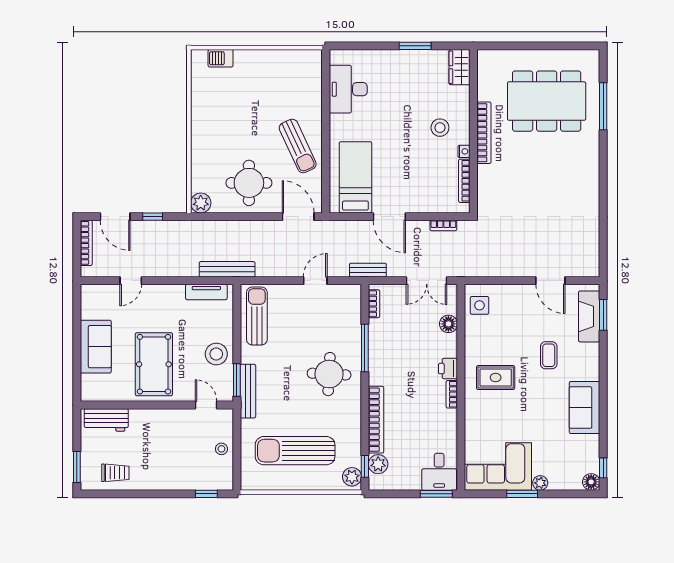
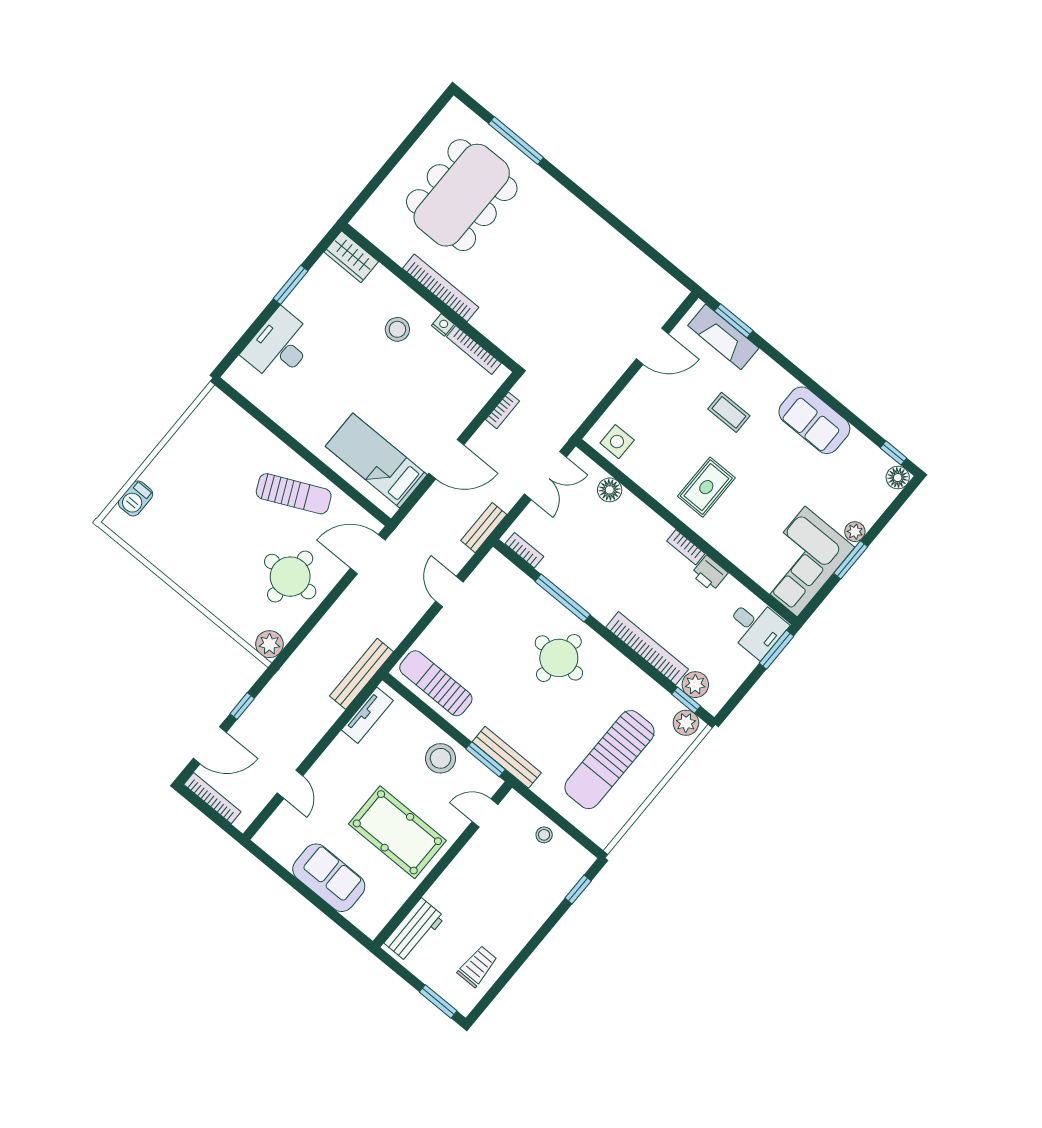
desk: (348, 89) -> (279, 346), moved, turned 90
printer: (448, 369) -> (709, 573), moved

